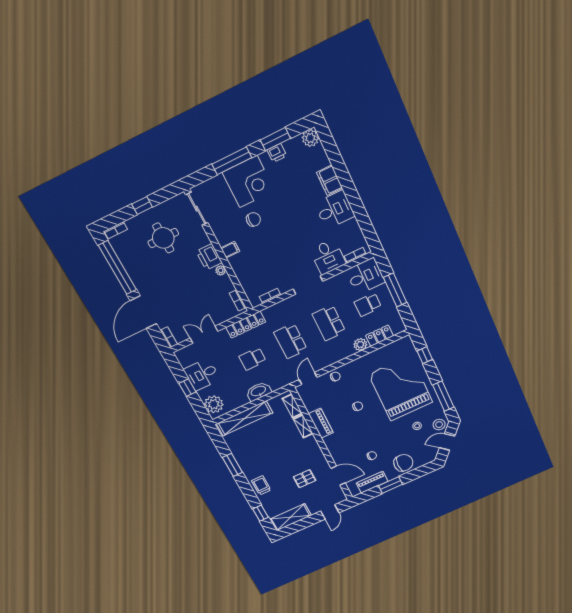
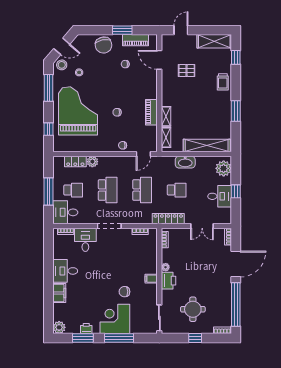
grand piano: (401, 388) -> (78, 111), turned 180
chair: (403, 463) -> (104, 45), turned -102

